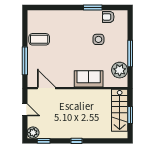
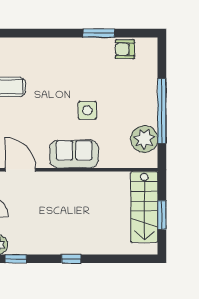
side table: (98, 39) -> (87, 110), moved
window: (130, 54) -> (162, 111), width x1.46
sofa: (89, 79) -> (74, 154), moved

